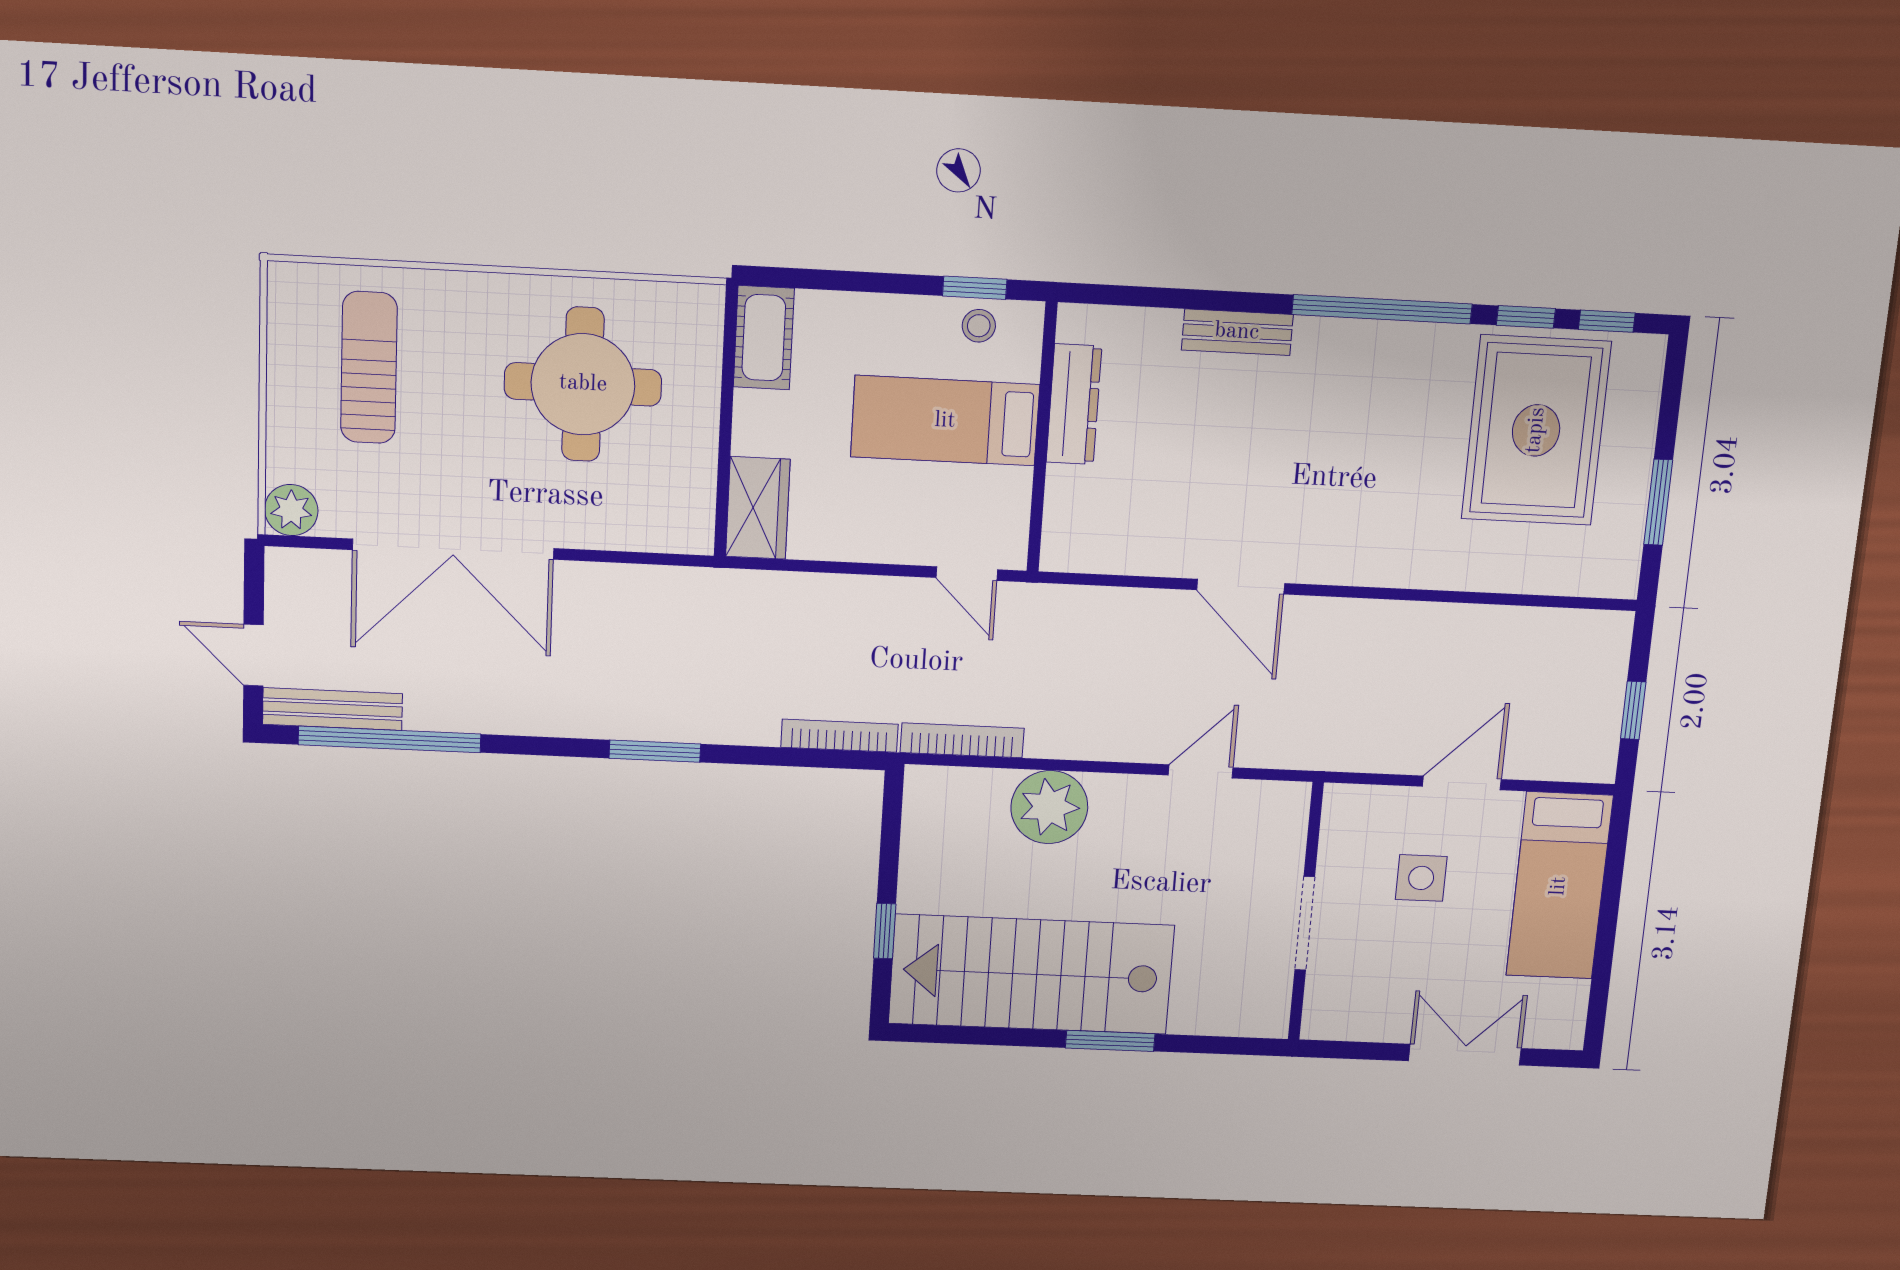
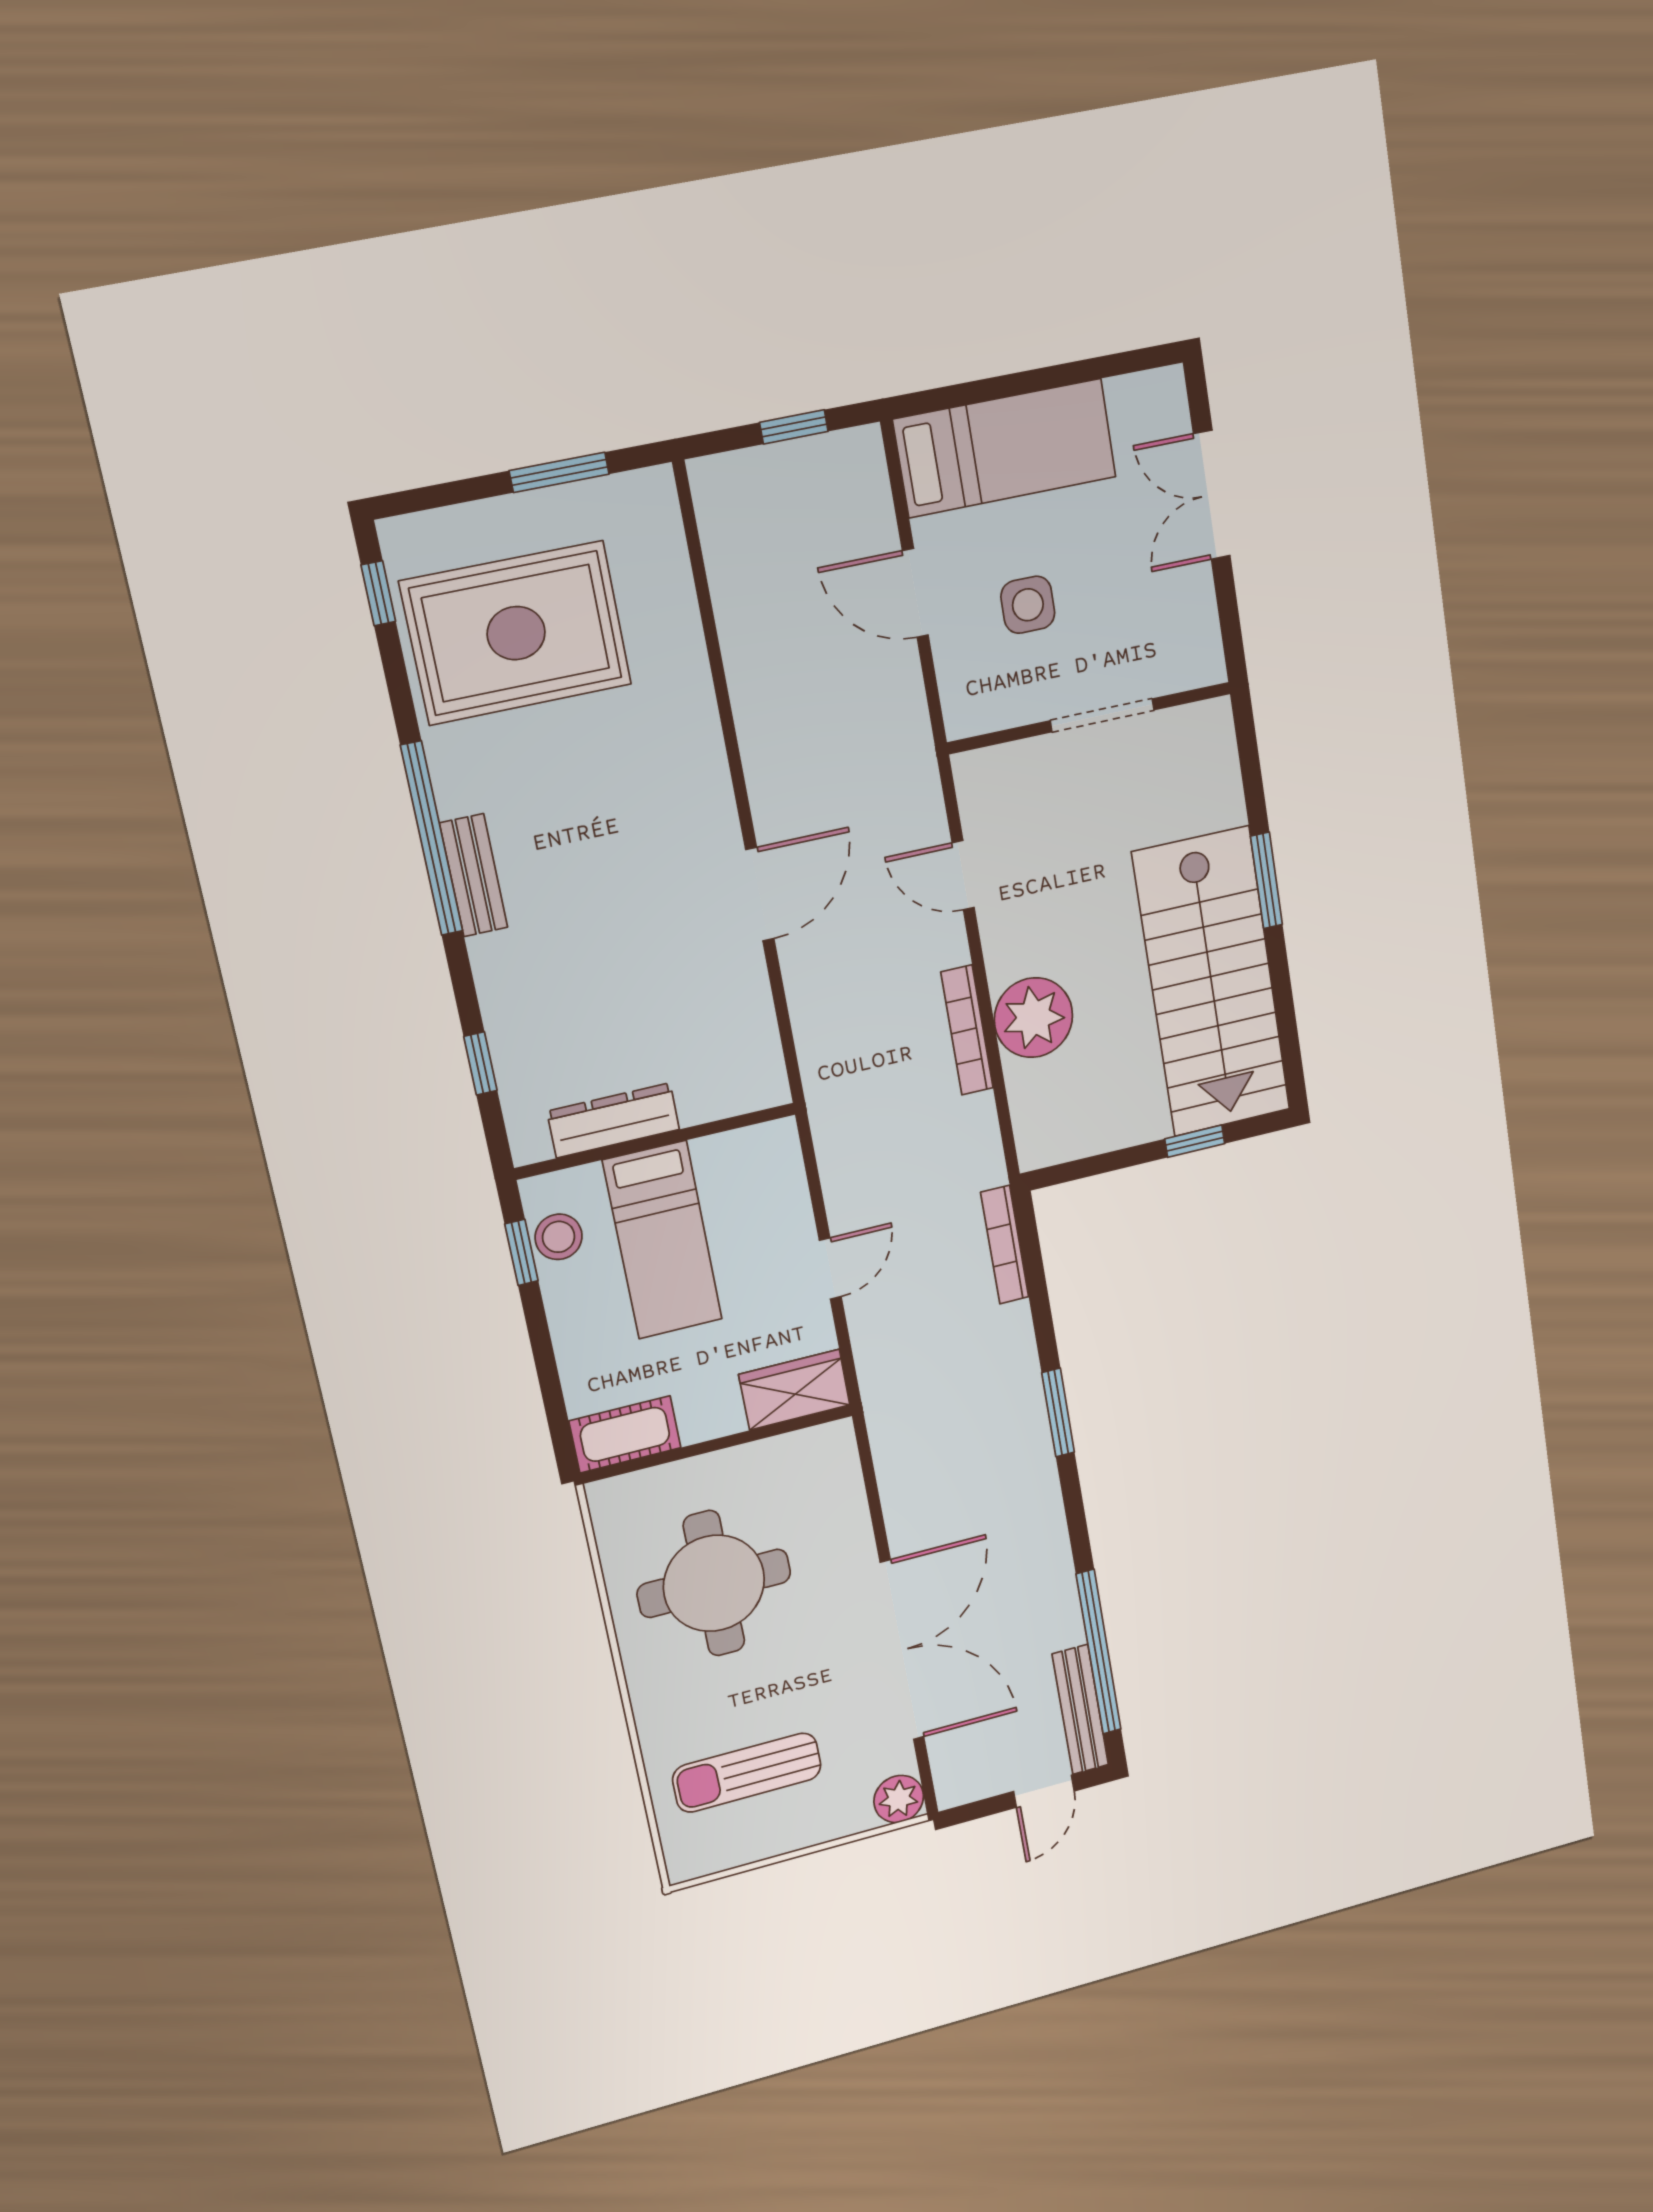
window: (1526, 317) -> (480, 1063), moved
stool: (979, 326) -> (559, 1237), width x1.37, depth x1.37
bench: (1237, 332) -> (474, 875), moved
door: (967, 574) -> (830, 1269), moved
bookcase: (962, 740) -> (967, 1030), moved

